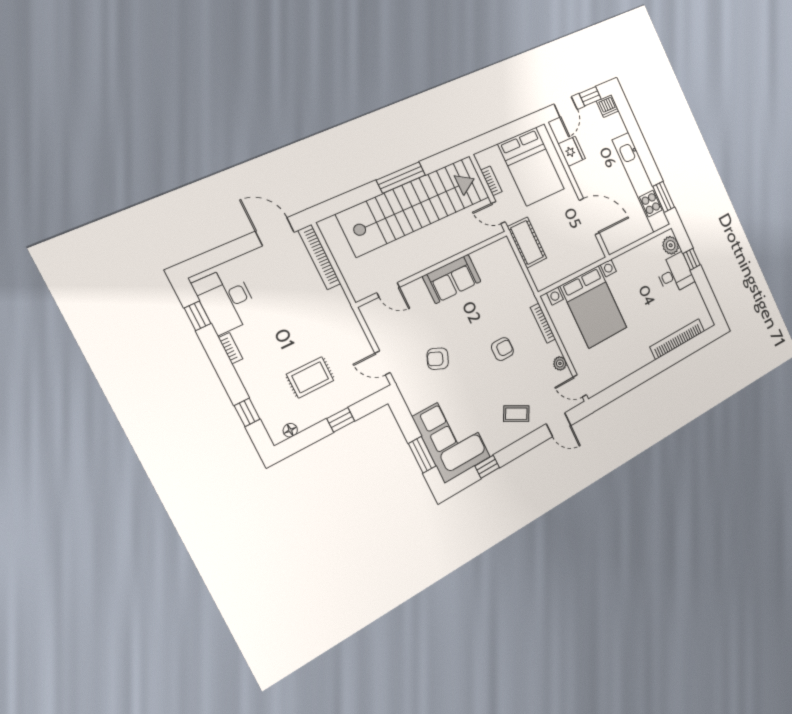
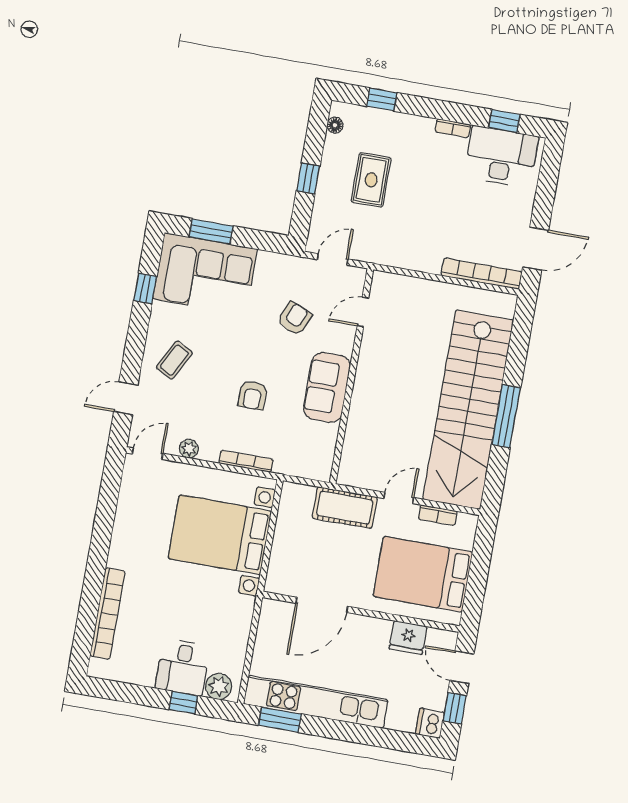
wall: (434, 268) -> (352, 376), moved
sofa: (452, 279) -> (327, 387), moved
door: (388, 290) -> (363, 312), moved

